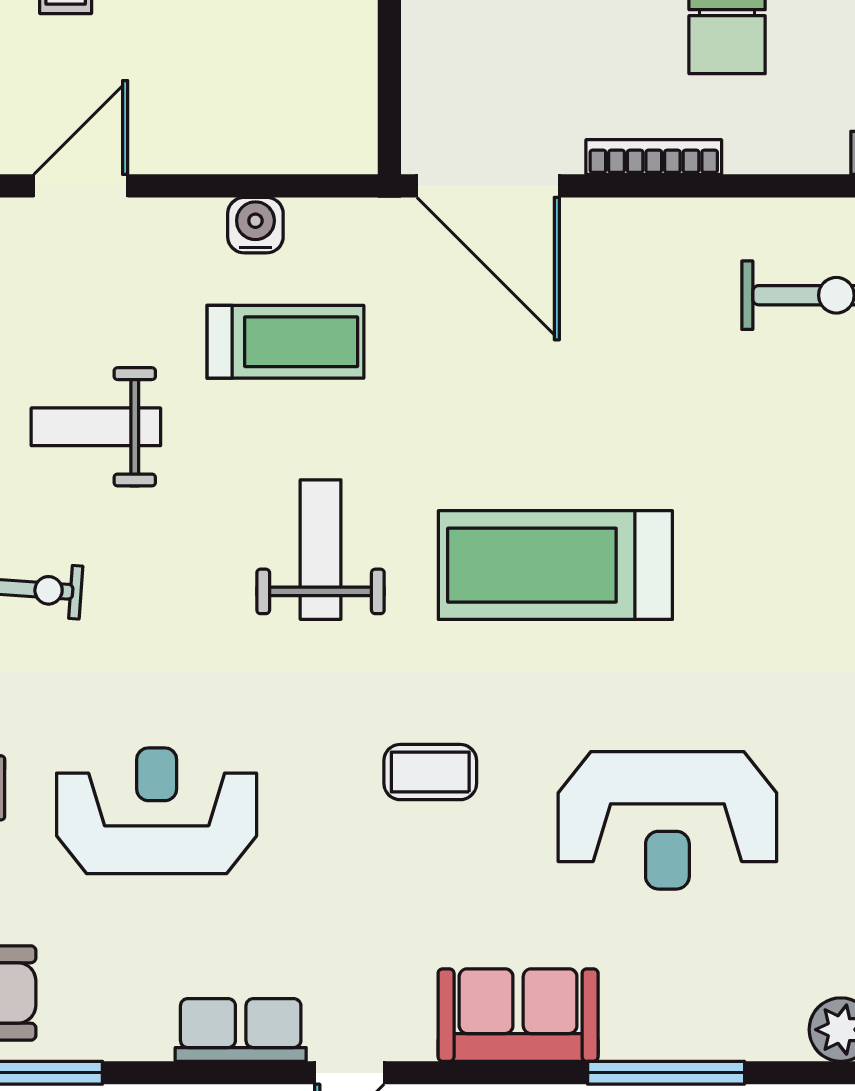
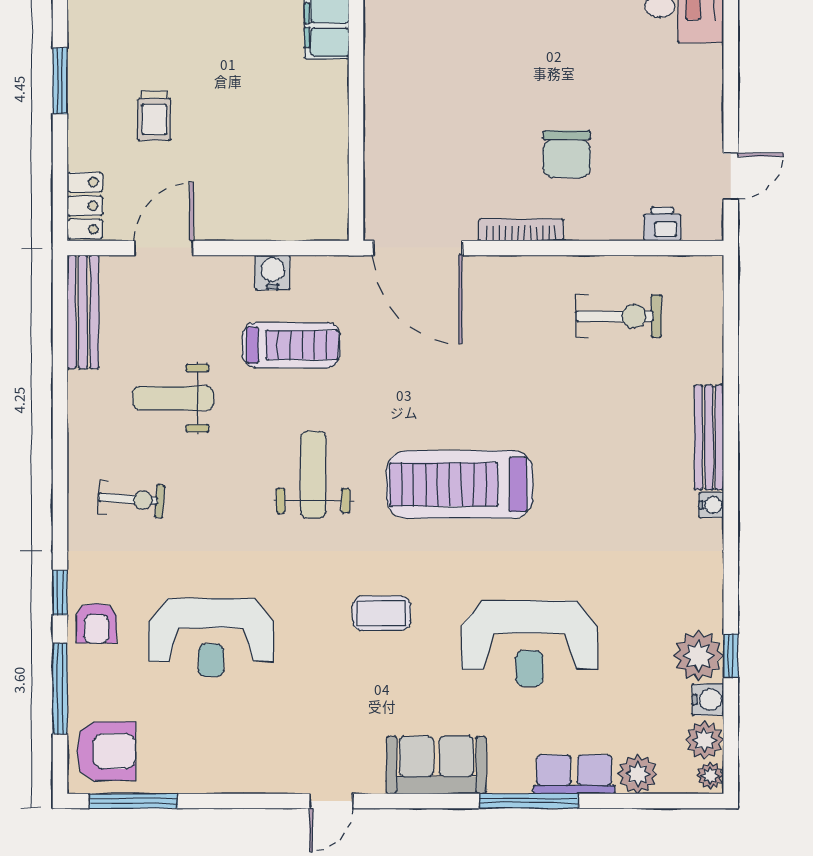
reception desk: (157, 811) -> (211, 638), turned 180
row of seats: (241, 1030) -> (574, 774), moved

